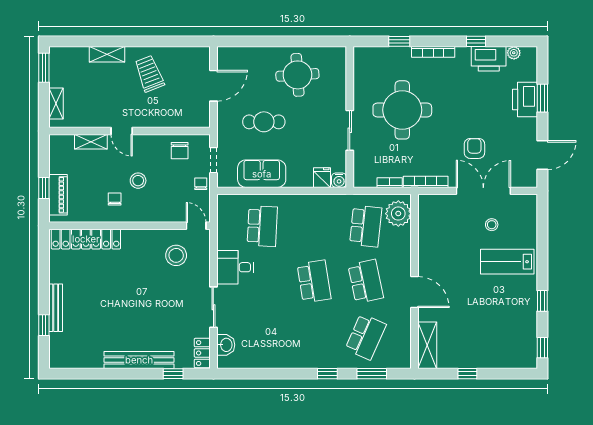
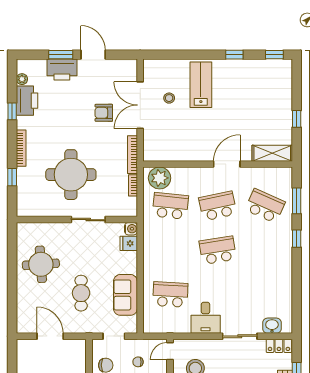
door: (542, 155) -> (93, 55), moved
chair: (201, 184) -> (138, 362), moved
lab bench: (507, 262) -> (201, 85), turned 180

